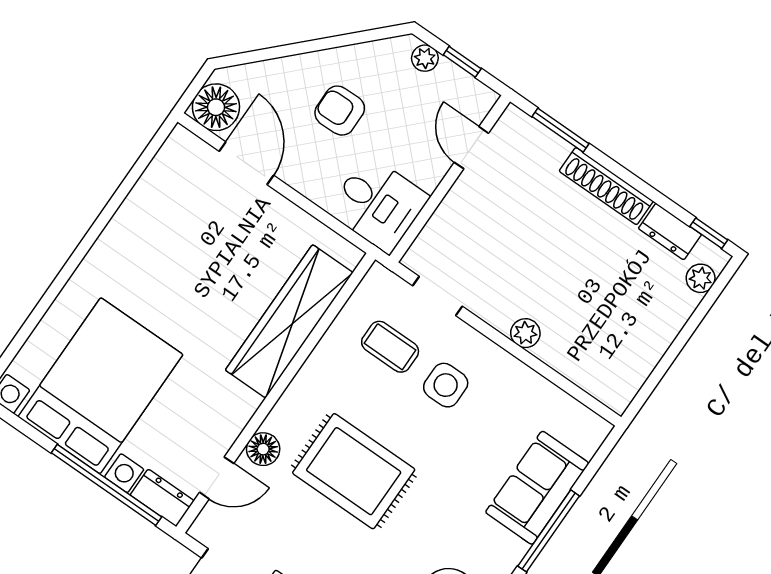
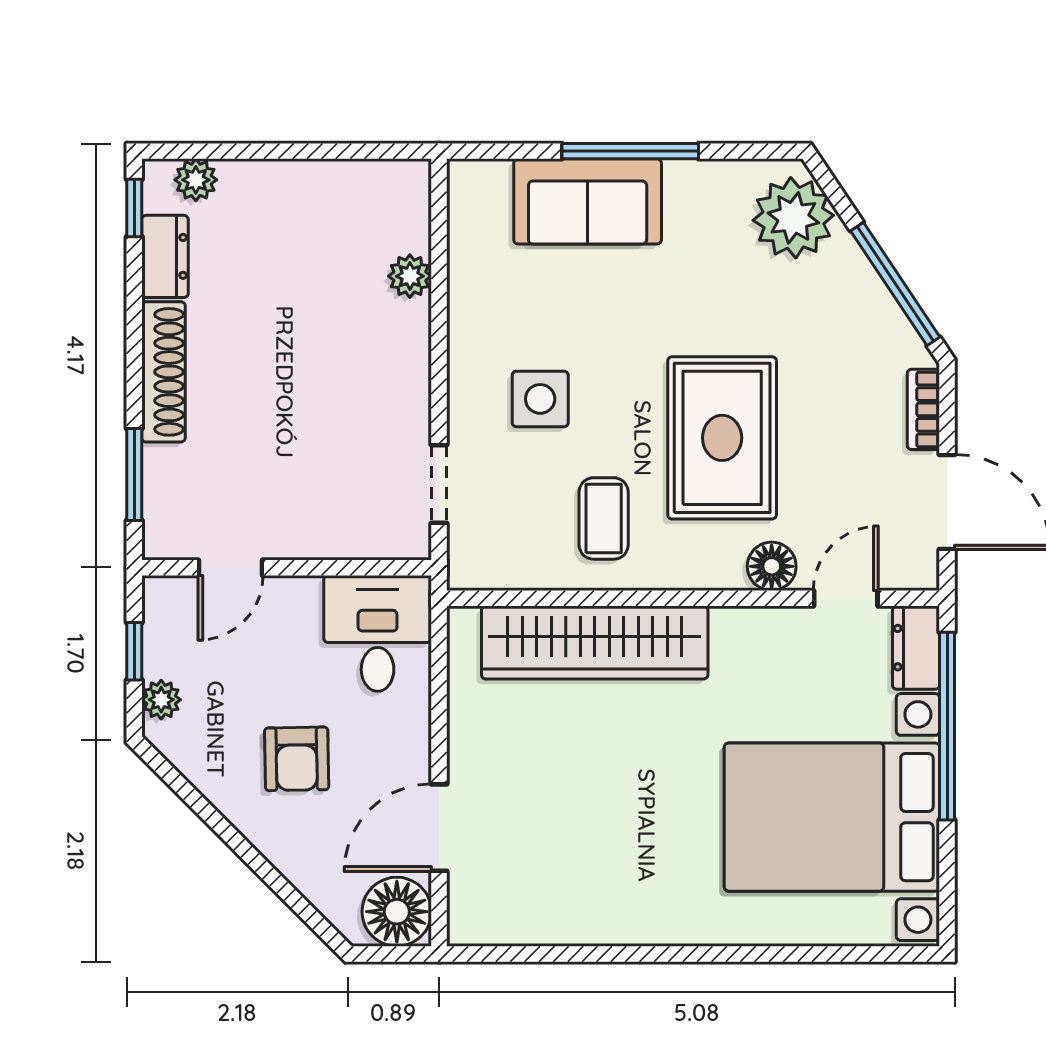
plant: (525, 333) -> (410, 276), moved
coffee table: (390, 347) -> (604, 518), moved
door: (217, 478) -> (846, 598), hinge flipped

